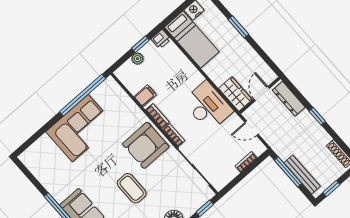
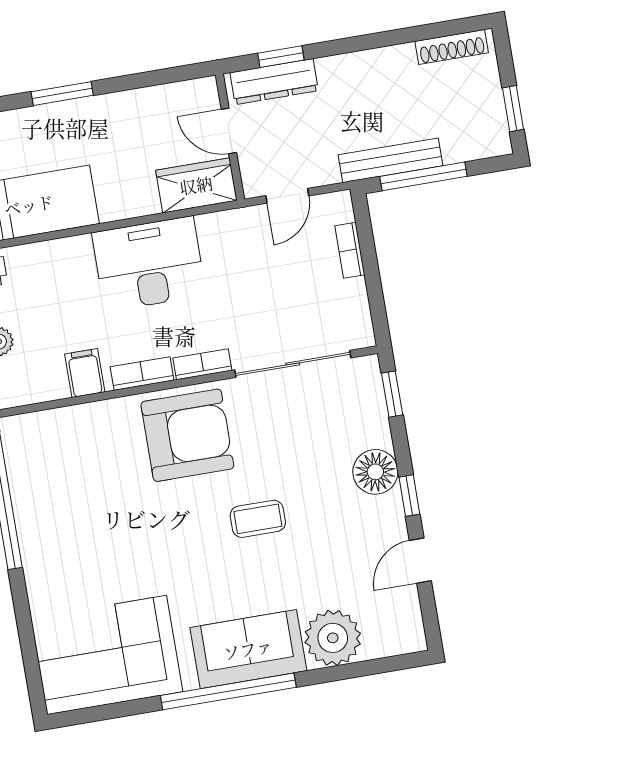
desk: (208, 106) -> (149, 264), moved
window: (317, 116) -> (281, 57), moved
corner sofa: (80, 128) -> (107, 655), moved, turned -90
armchair: (146, 145) -> (187, 435), turned -90
bench: (302, 174) -> (391, 160), moved
coffee table: (132, 188) -> (258, 519), width x0.73, depth x0.77

